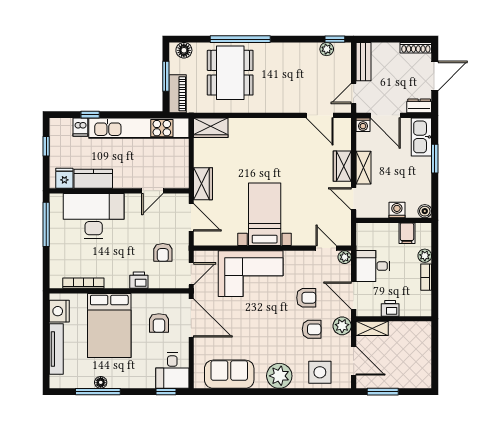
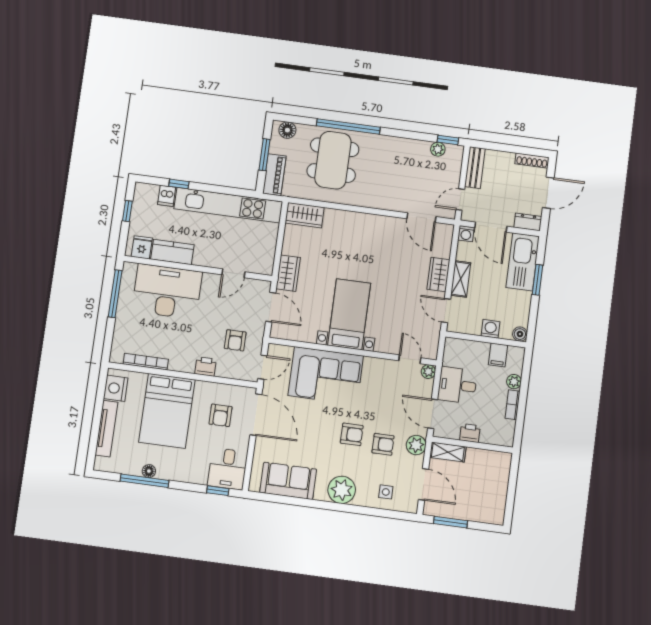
kitchen sink: (421, 137) -> (523, 262), width x1.36, depth x1.24
armchair: (306, 298) -> (352, 434), moved
side table: (320, 372) -> (386, 492), width x0.54, depth x0.54

